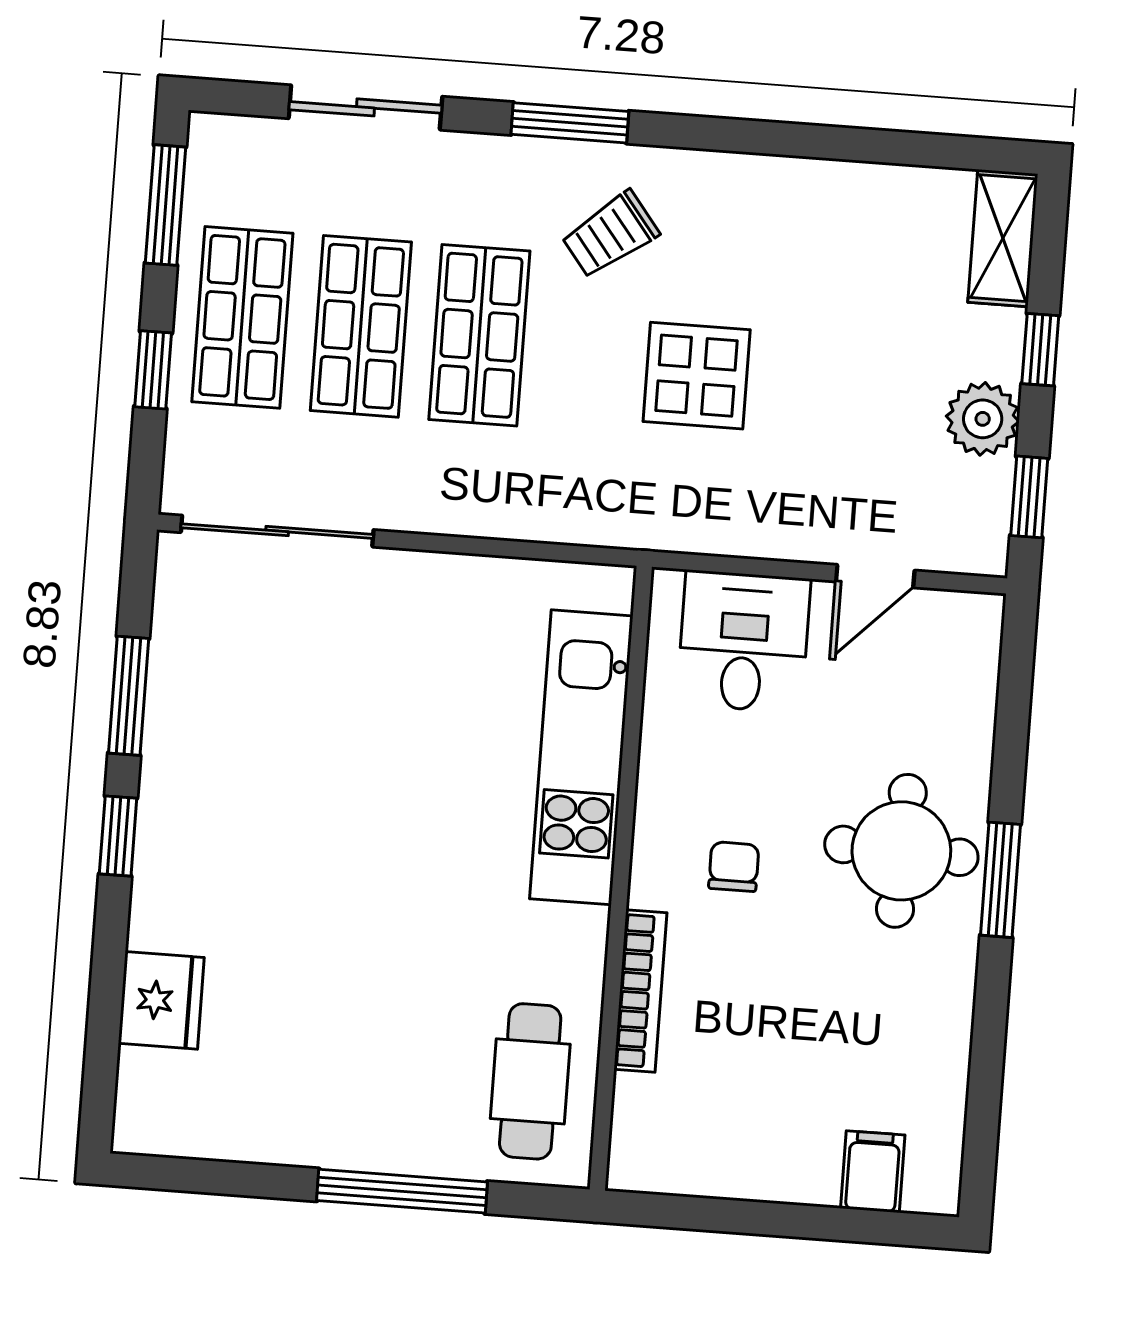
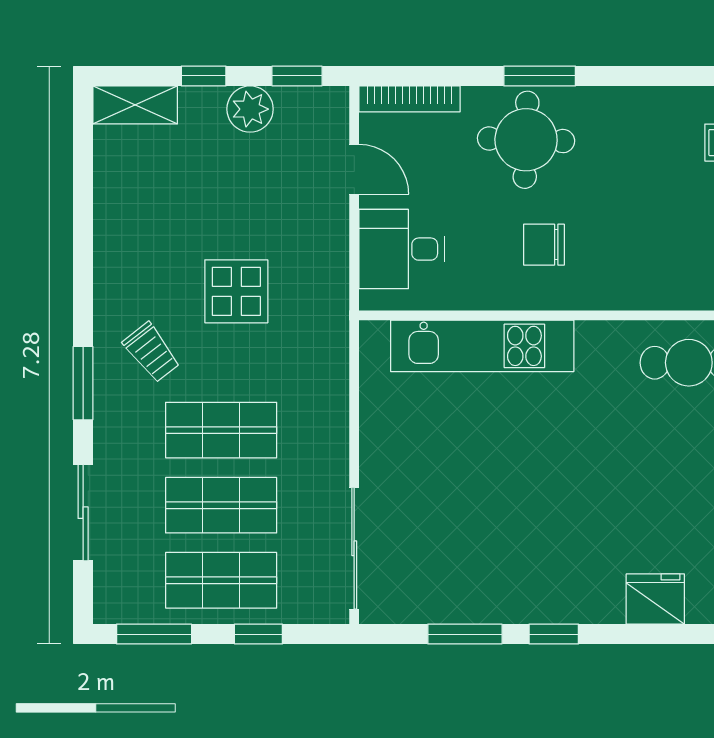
chair: (734, 867) -> (544, 245), width x1.37, depth x1.37
bookcase: (640, 991) -> (410, 99), moved, turned 180

